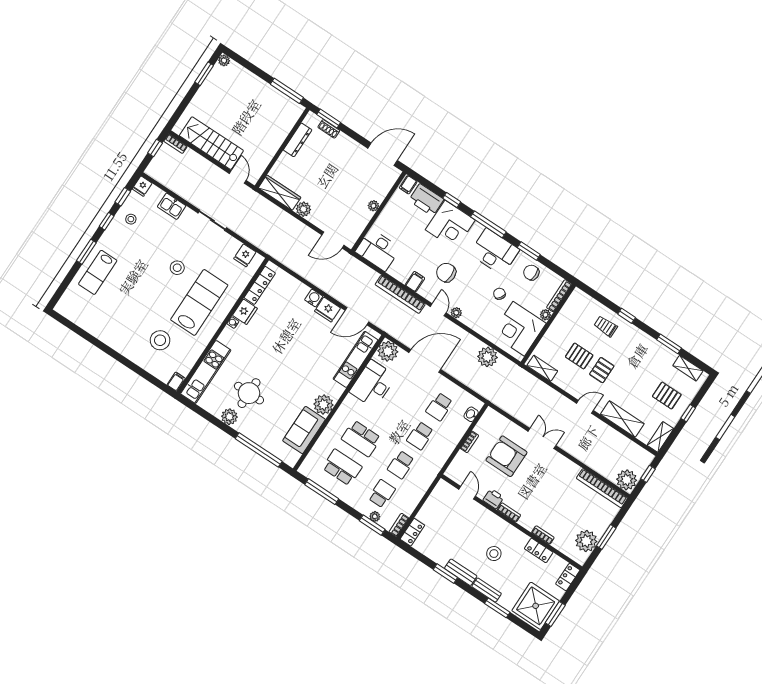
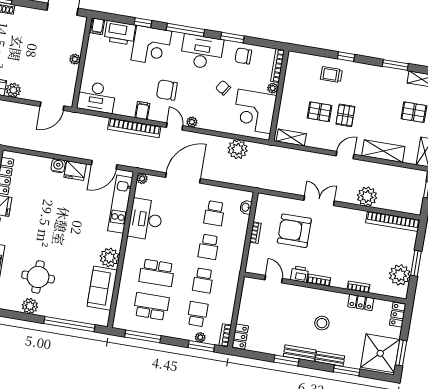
plant: (388, 351) -> (142, 179), width x0.53, depth x0.53
plant: (627, 480) -> (367, 196), moved

